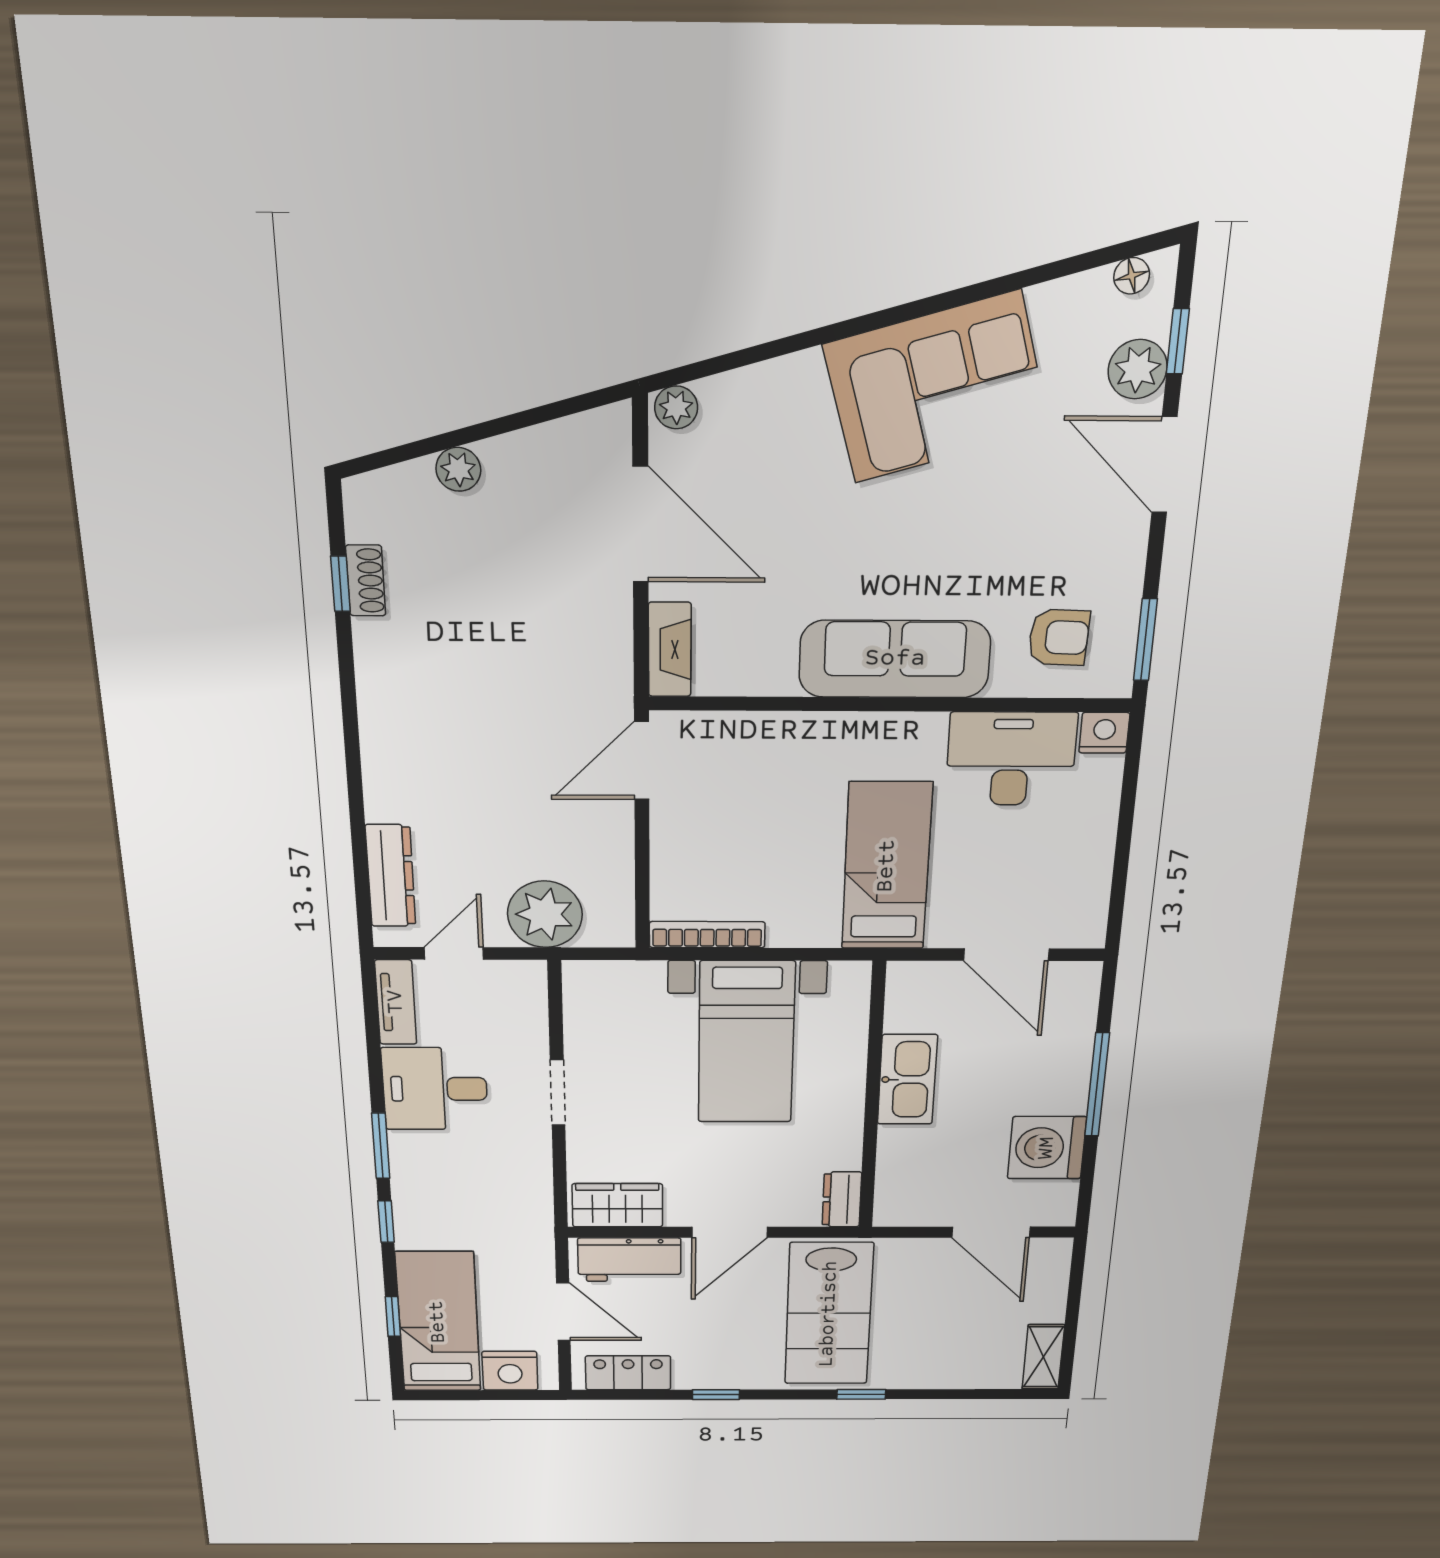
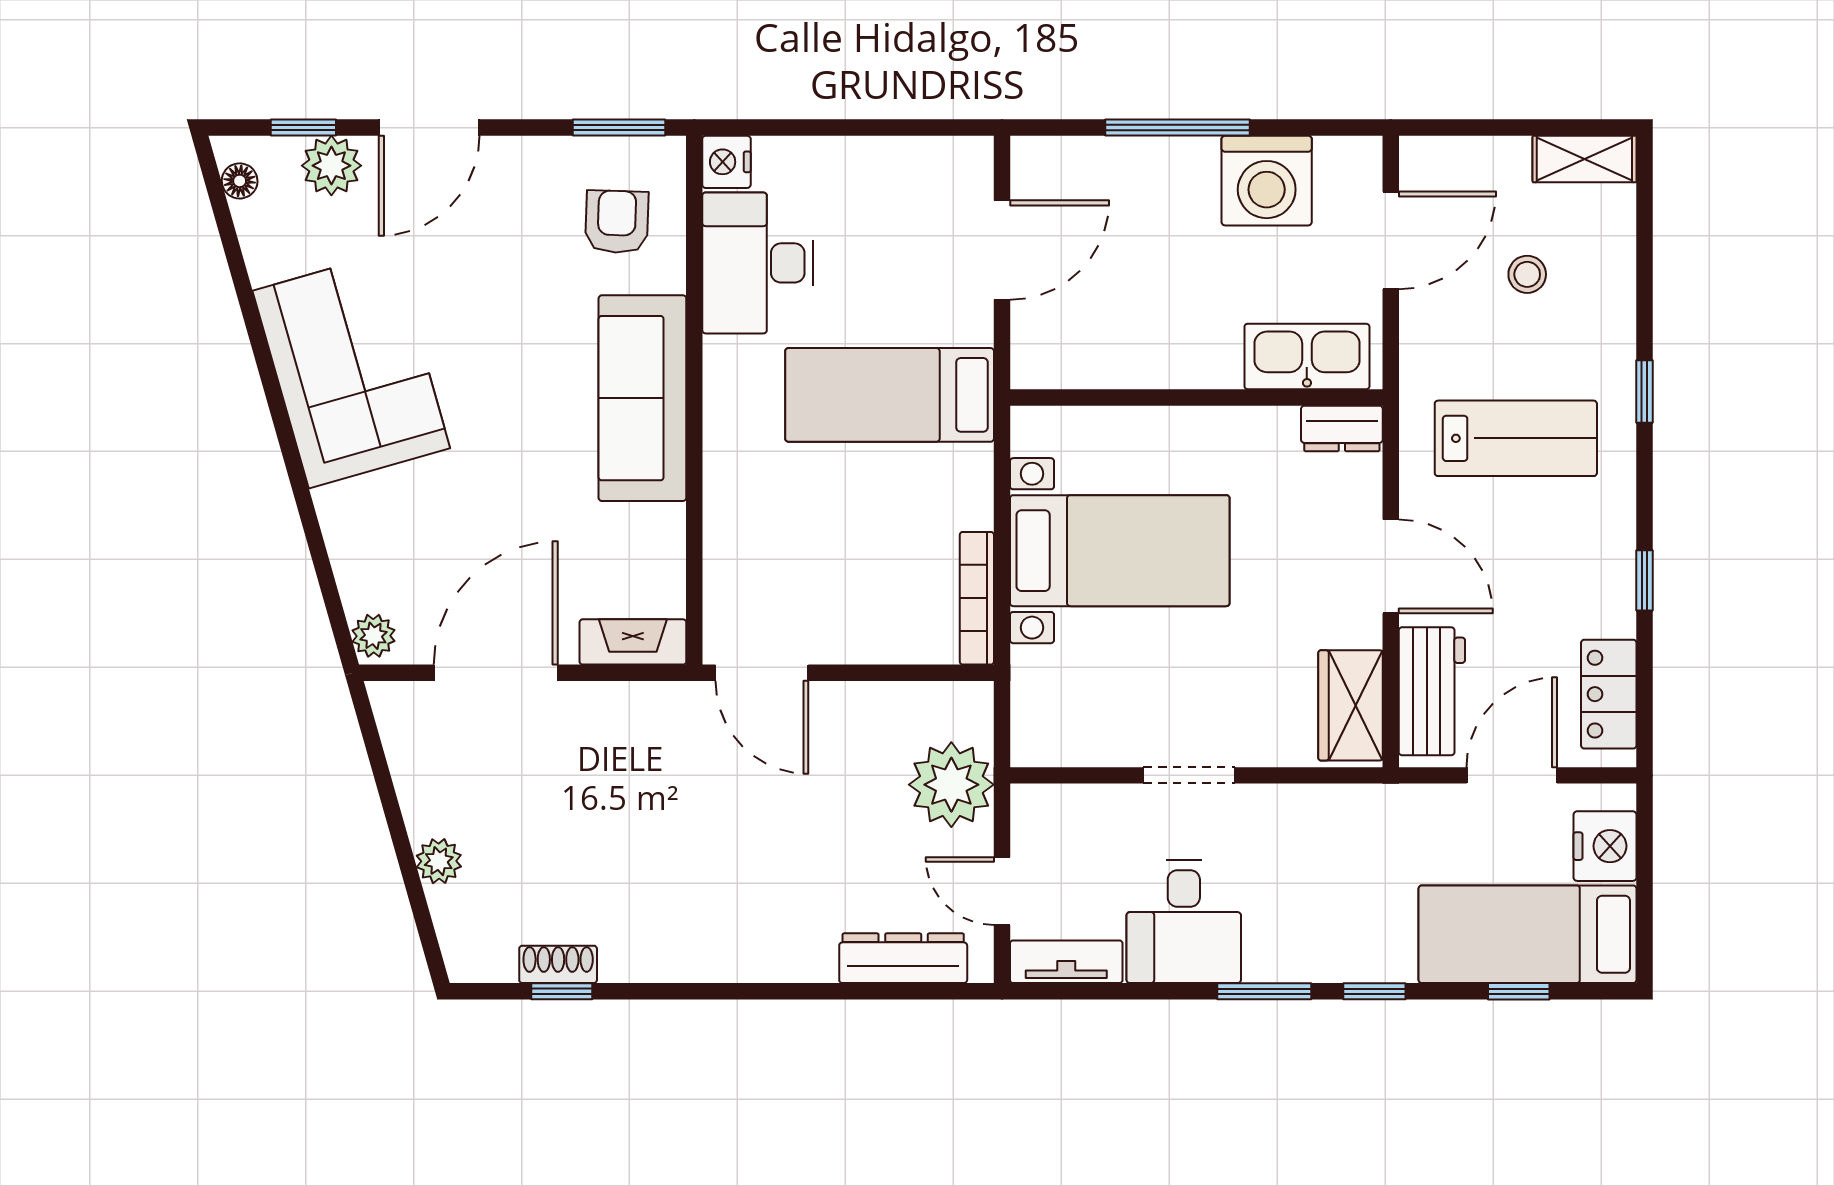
kitchen sink: (907, 1080) -> (1307, 356), moved
lab bench: (829, 1314) -> (1516, 438), width x0.73, depth x0.72
stool: (957, 1321) -> (1527, 274), added

